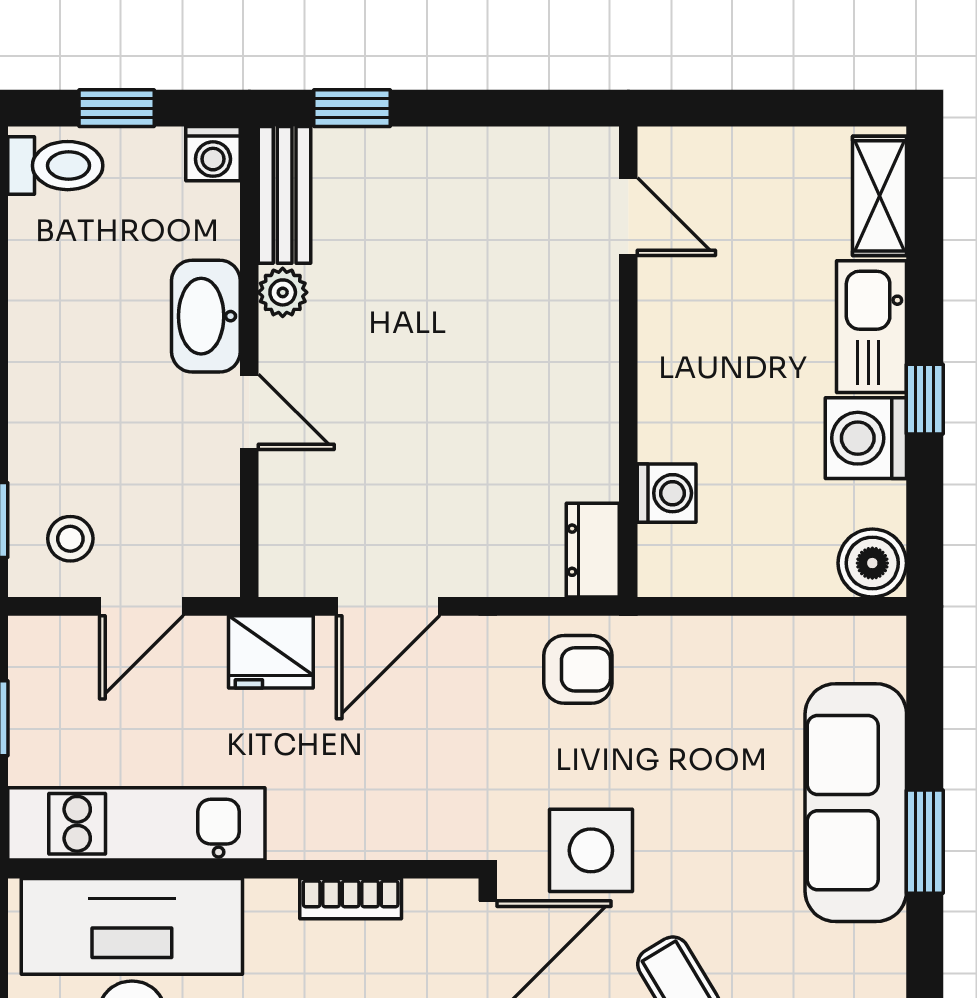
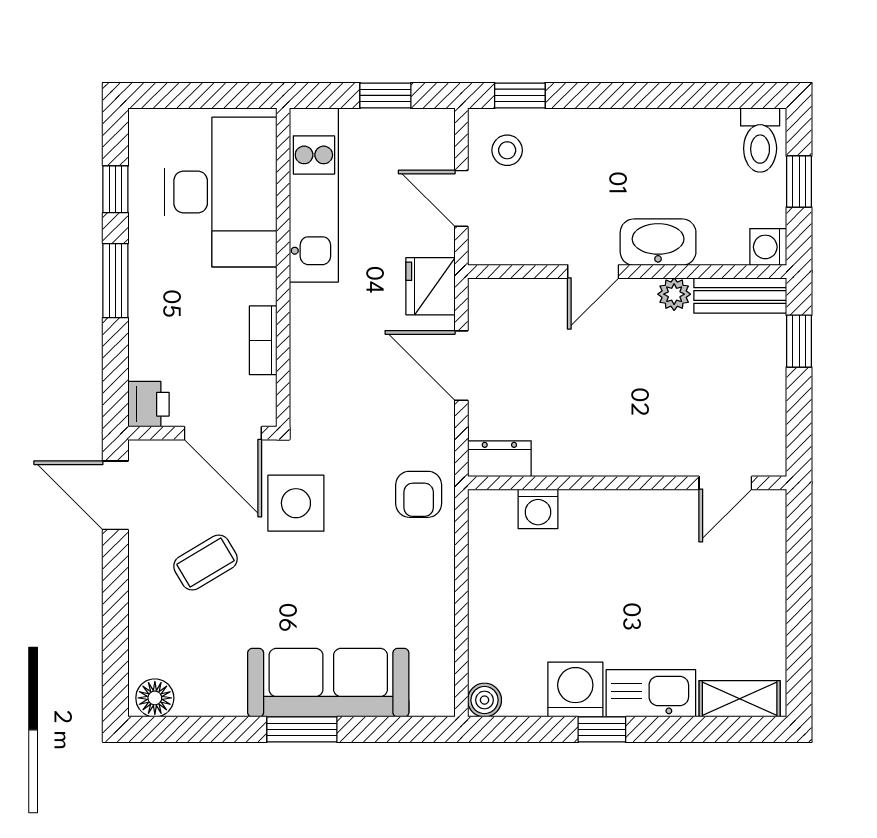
door: (628, 217) -> (725, 483), moved
wall: (628, 362) -> (627, 483), moved
washing machine: (667, 493) -> (538, 509), moved
dresser: (593, 550) -> (499, 459), moved
boiler: (872, 563) -> (485, 700), width x0.73, depth x0.73

